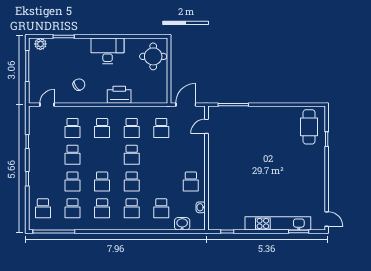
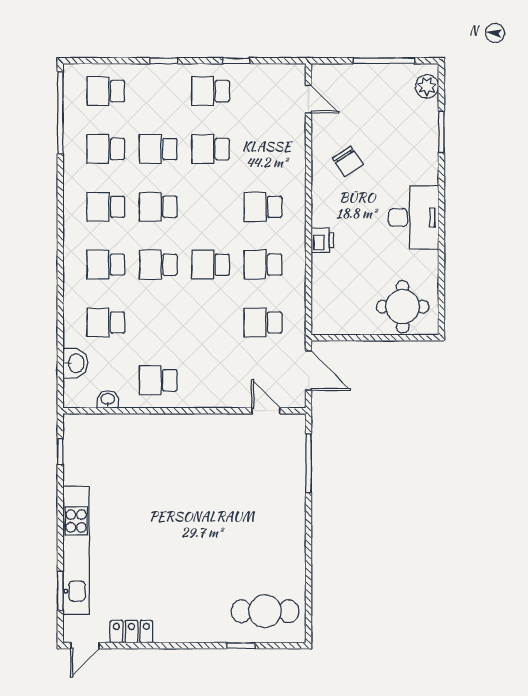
printer: (119, 95) -> (322, 240), width x0.53, depth x0.68
school desk: (73, 128) -> (211, 91), moved
locker: (319, 195) -> (131, 632), added

